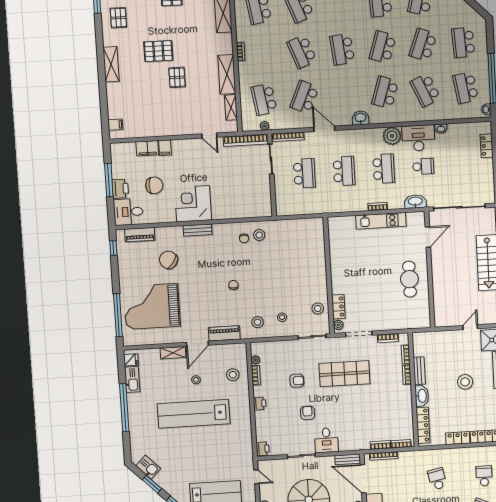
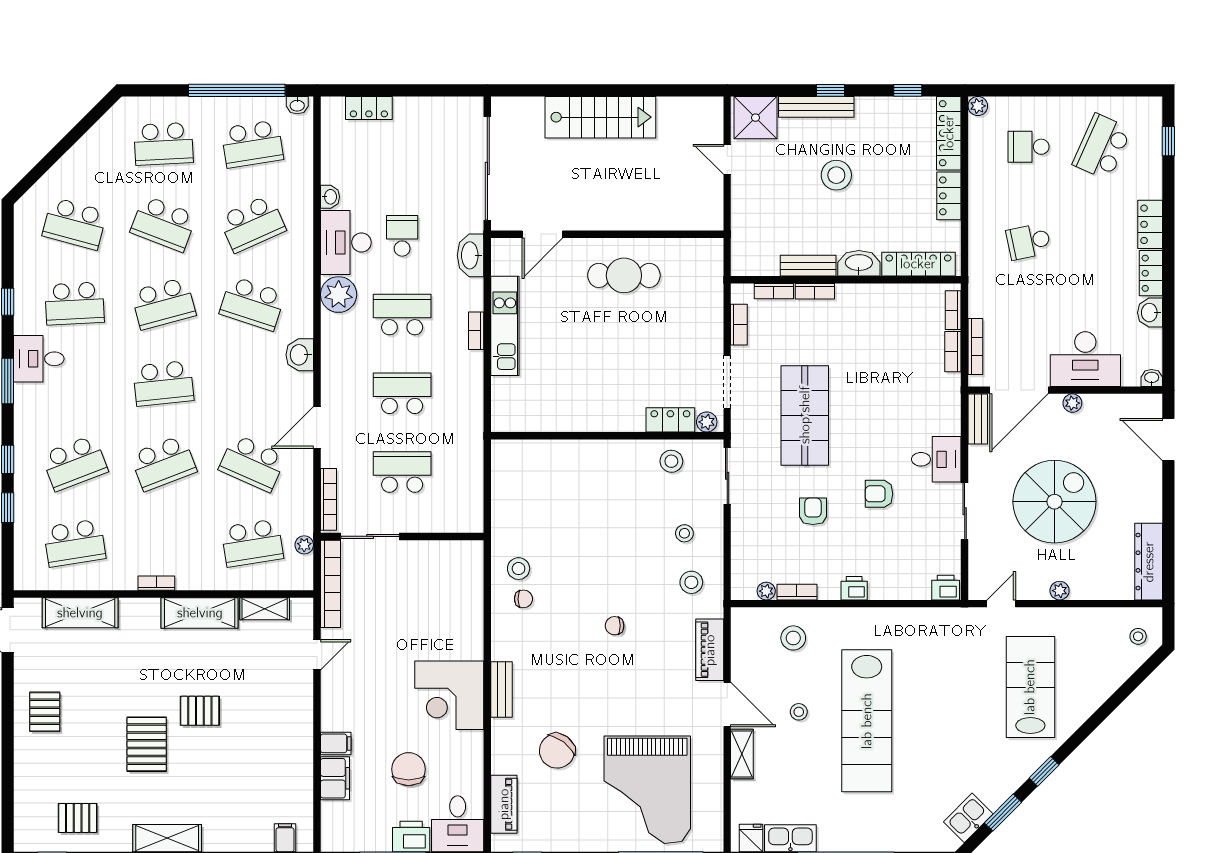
school desk: (383, 47) -> (163, 303), turned -33
door: (428, 237) -> (542, 234), swing flipped

